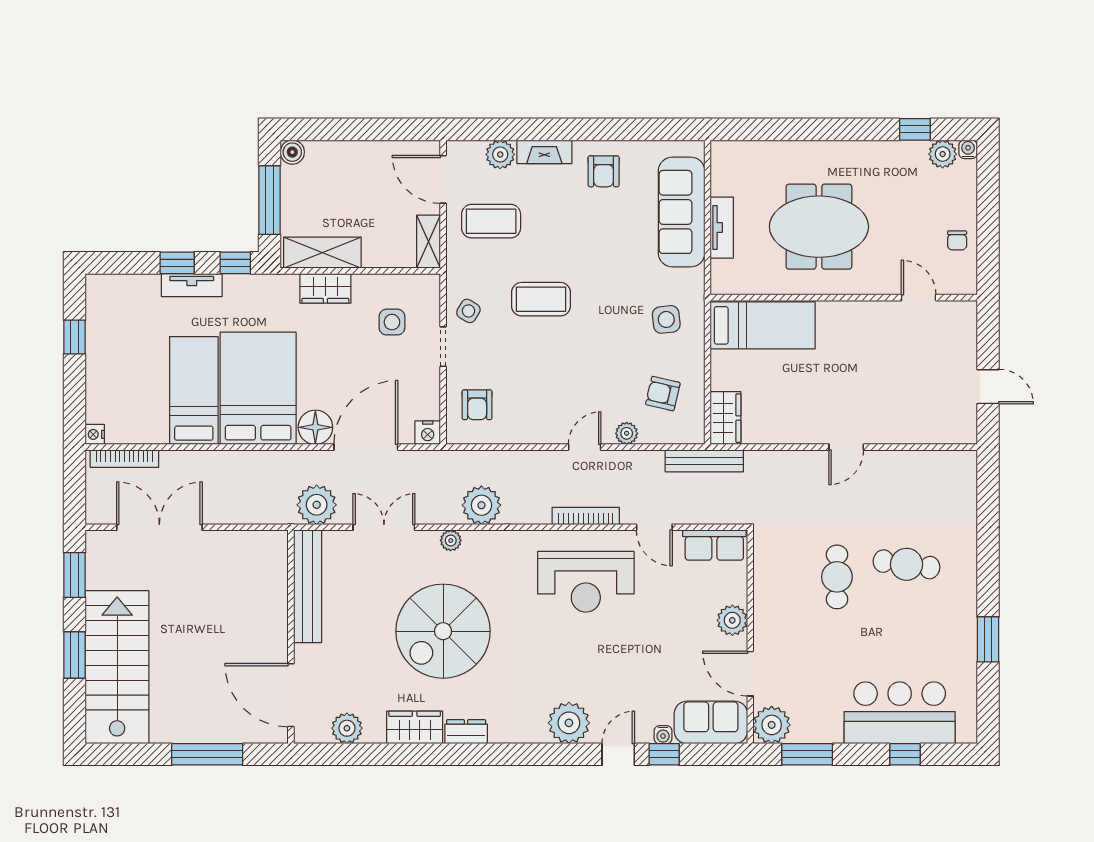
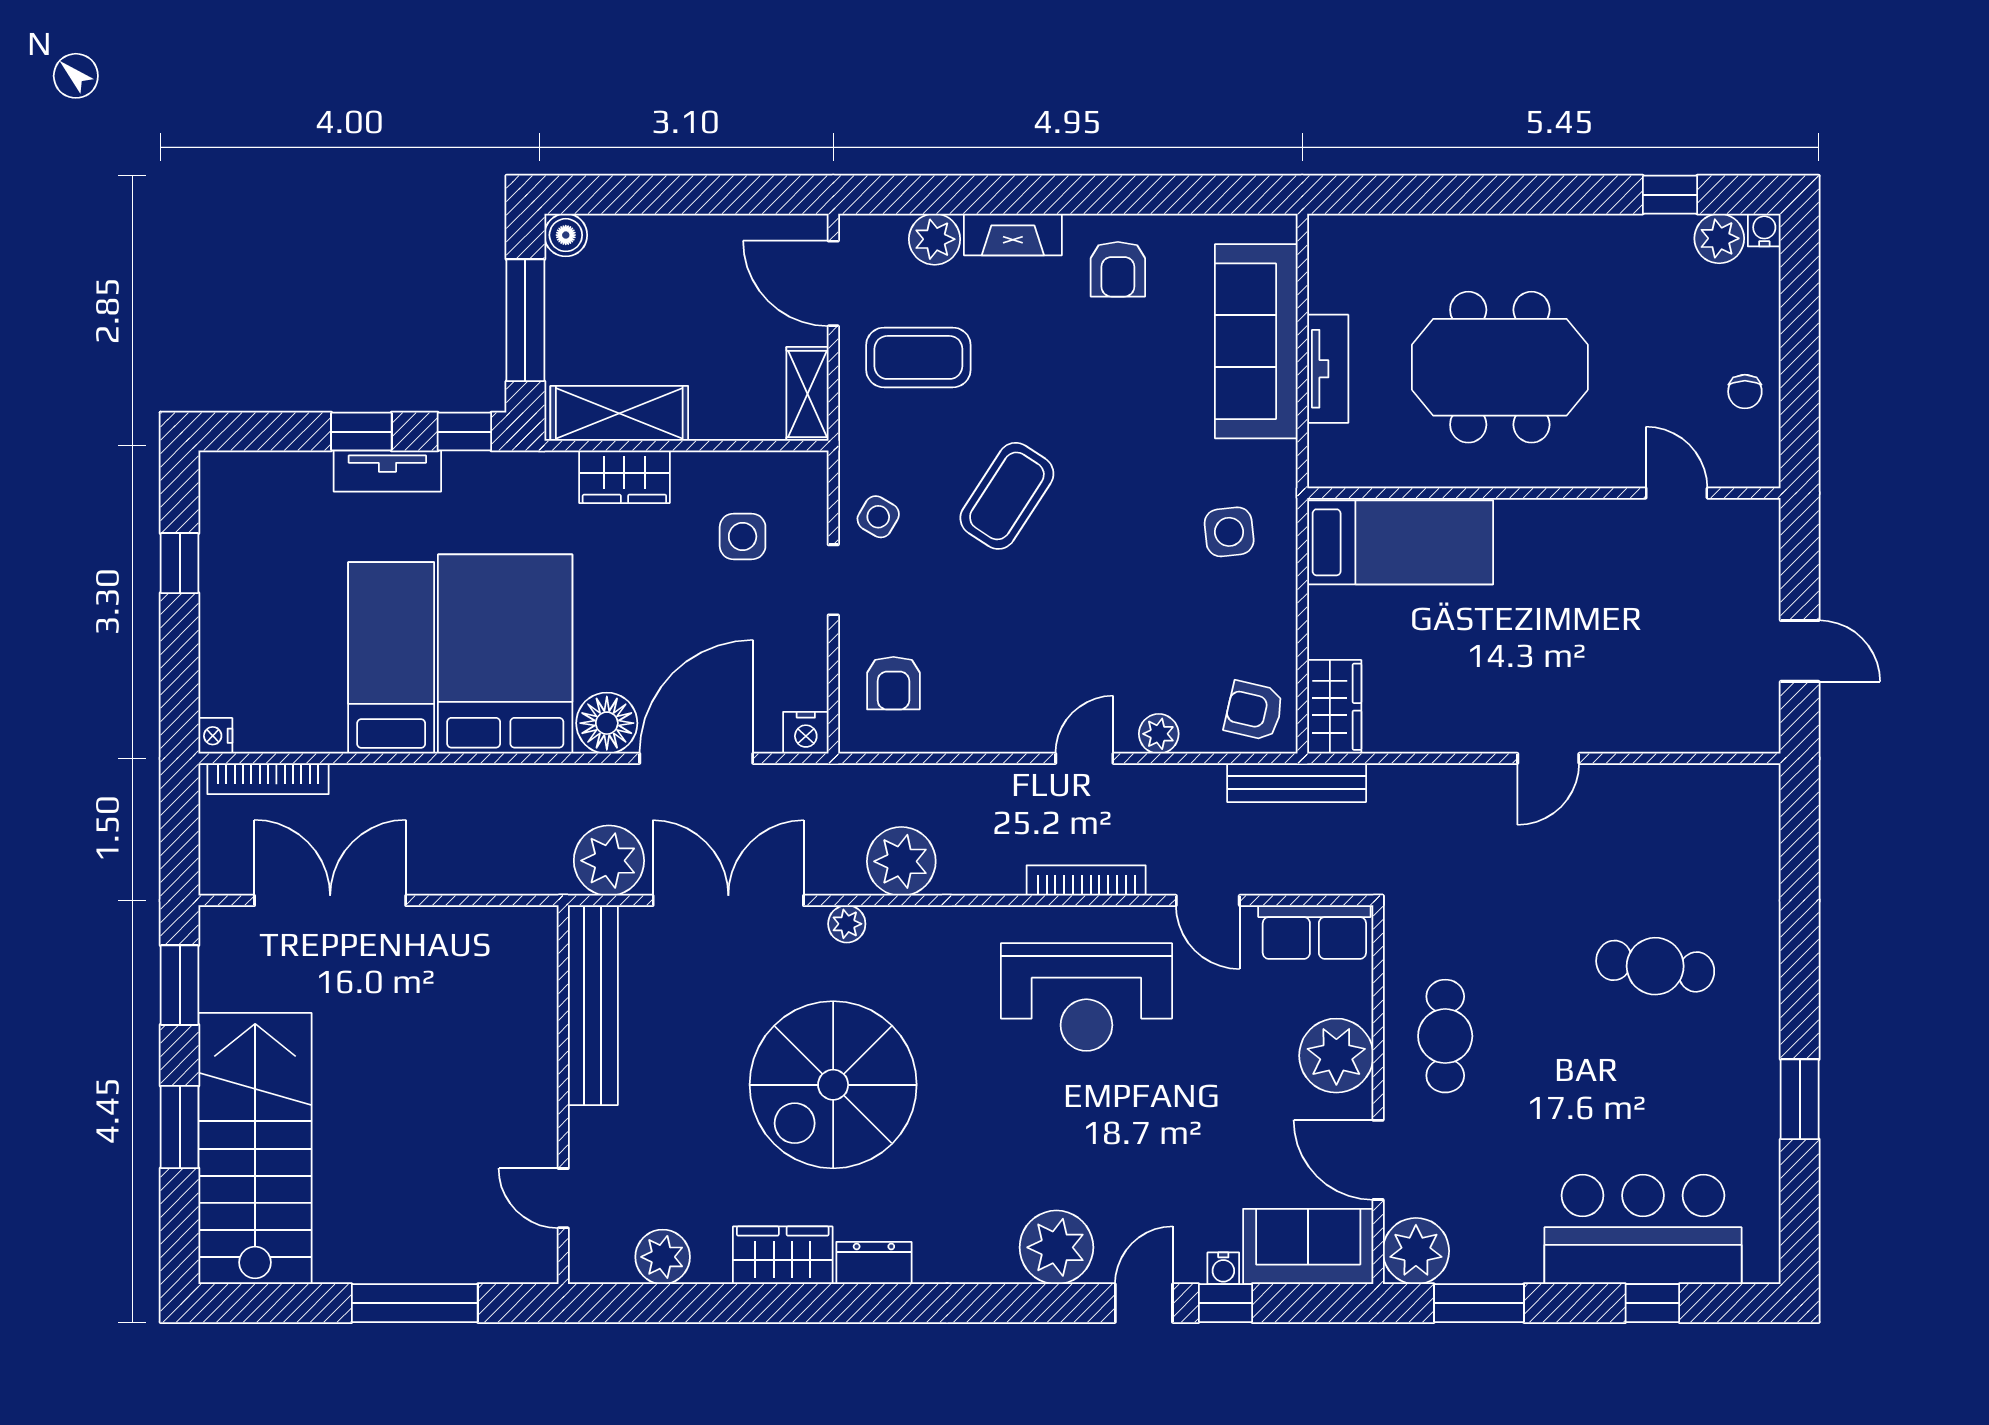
coffee table: (541, 299) -> (1007, 496), turned -57
armchair: (663, 394) -> (1254, 711), moved
double door: (384, 527) -> (728, 900), width x1.37
cafe table: (837, 577) -> (1445, 1036), moved
plant: (732, 620) -> (1336, 1056), width x1.36, depth x1.36
door: (291, 695) -> (563, 1198), width x0.53

